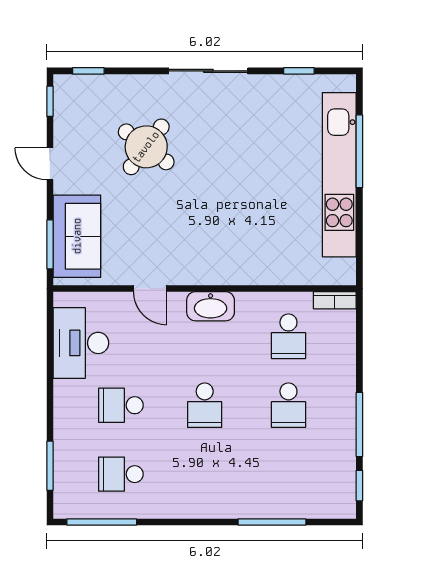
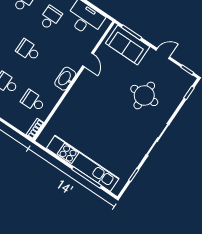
round table: (146, 147) -> (144, 95), turned -37
door: (150, 289) -> (88, 60), swing flipped

